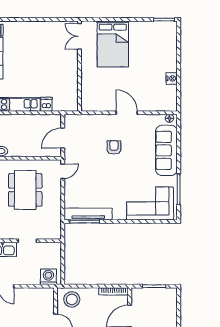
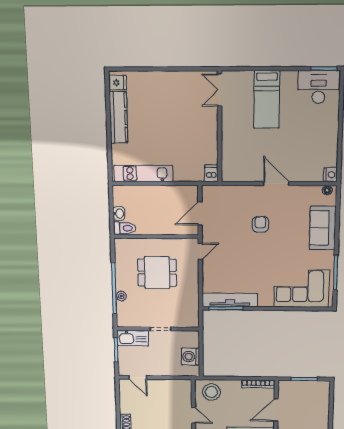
desk: (160, 34) -> (319, 87), added
bed: (113, 44) -> (267, 99), width x0.67
nightstand: (172, 78) -> (330, 175), moved
dishwasher: (46, 104) -> (211, 173), moved
sofa: (166, 150) -> (323, 228), width x0.73
dining table: (25, 190) -> (157, 273), width x0.73
washing machine: (48, 277) -> (190, 357), moved, turned -90

